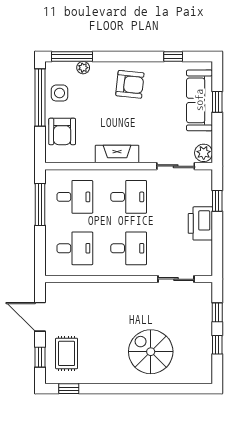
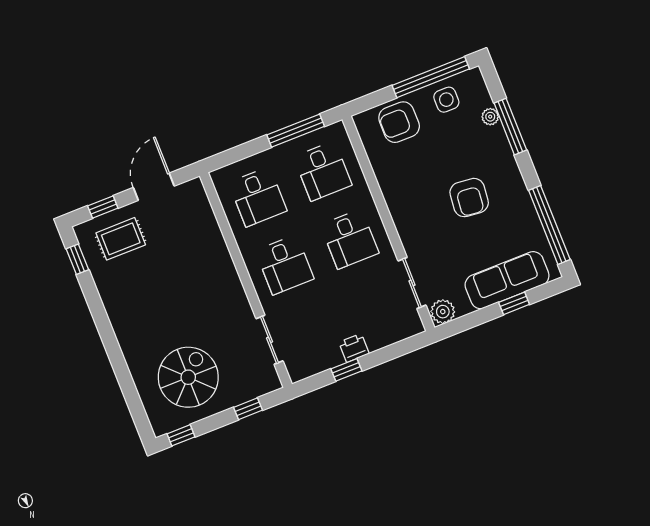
window: (72, 57) -> (510, 127), moved
window: (173, 57) -> (549, 225), width x3.17
armchair: (130, 84) -> (469, 198), moved
fireplace: (117, 154) -> (398, 203), removed
window: (217, 201) -> (346, 370), moved
printer: (200, 223) -> (354, 348), width x0.53, depth x0.68
window: (217, 345) -> (181, 435), moved
spiral stairs: (151, 352) -> (188, 377), moved

